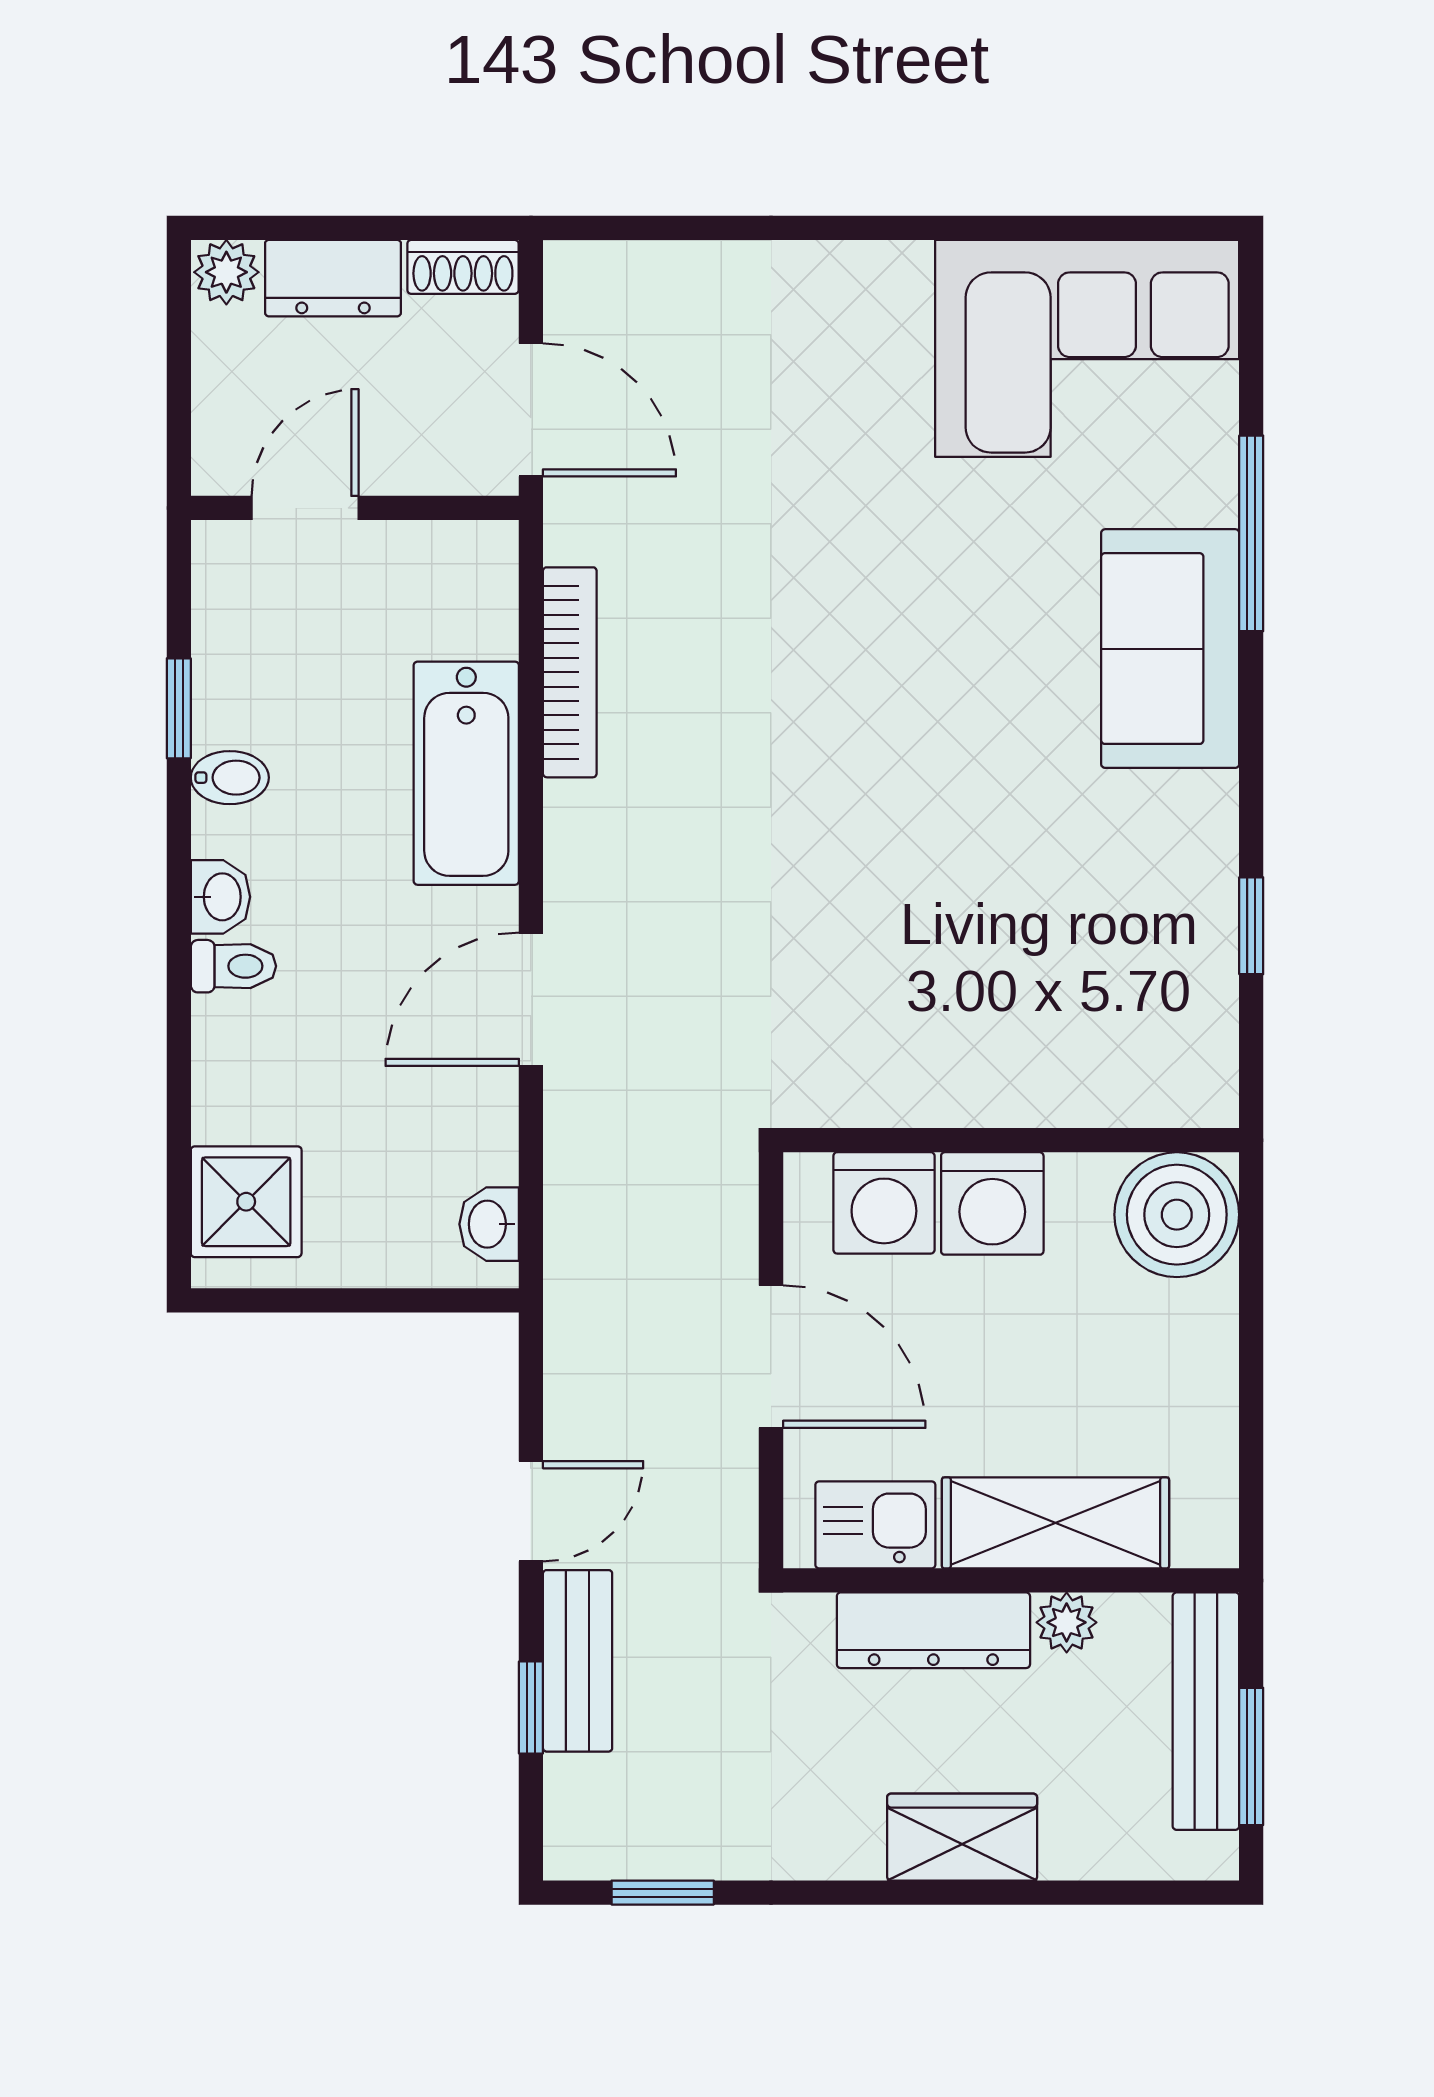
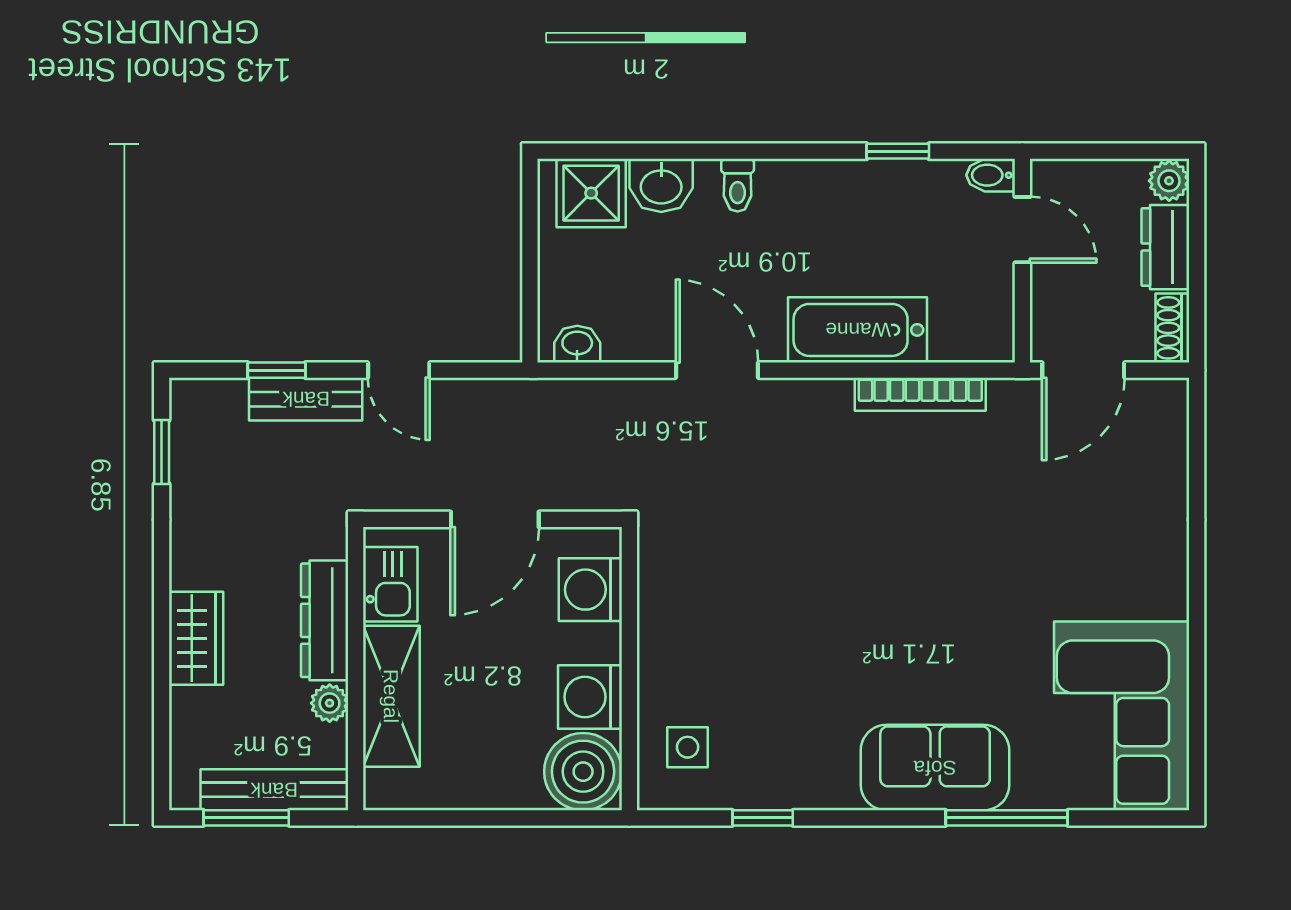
bidet: (230, 778) -> (991, 175), moved, turned 90
washbasin: (220, 897) -> (661, 185), moved, width x1.38, depth x1.45
side table: (1137, 1047) -> (688, 747), added
washing machine: (992, 1203) -> (590, 697), moved

